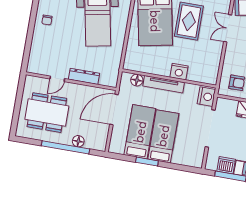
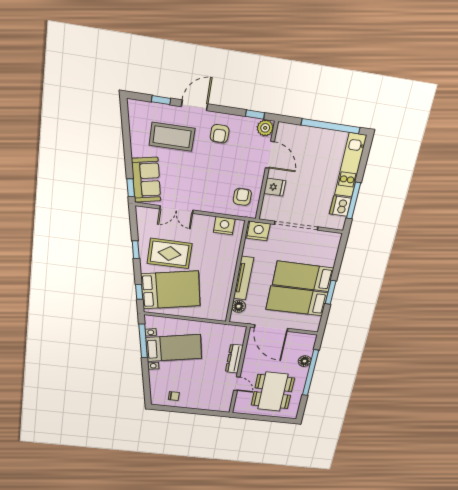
nightstand: (179, 72) -> (224, 226), moved, turned -90

